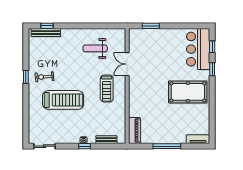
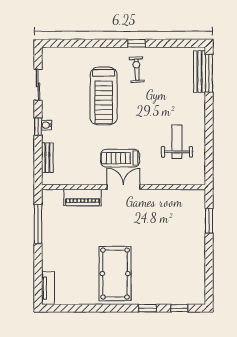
window: (47, 26) -> (209, 73), width x2.17
bar counter: (198, 49) -> (176, 288), removed
double door: (127, 64) -> (123, 187), moved
piano: (134, 130) -> (83, 198), moved
sliding door: (44, 146) -> (38, 85), moved
window: (167, 146) -> (38, 224), moved

